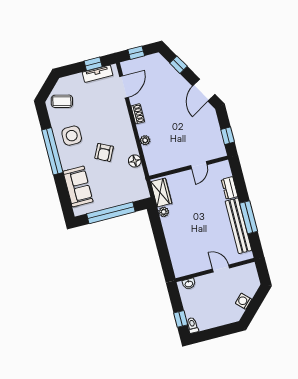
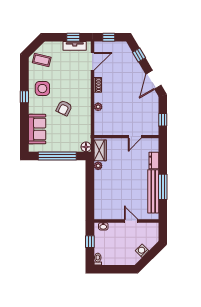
window: (52, 151) -> (24, 97), width x0.32
floor lamp: (135, 161) -> (86, 147), moved
window: (181, 319) -> (90, 242), moved

